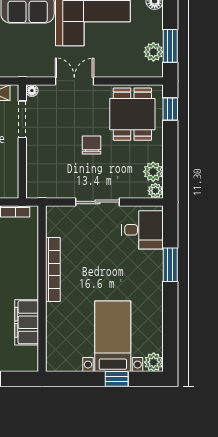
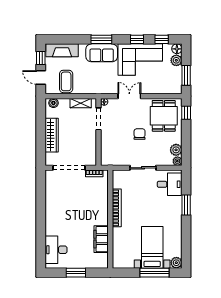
plant: (153, 52) -> (176, 60), moved
window: (117, 379) -> (154, 273), width x2.17

